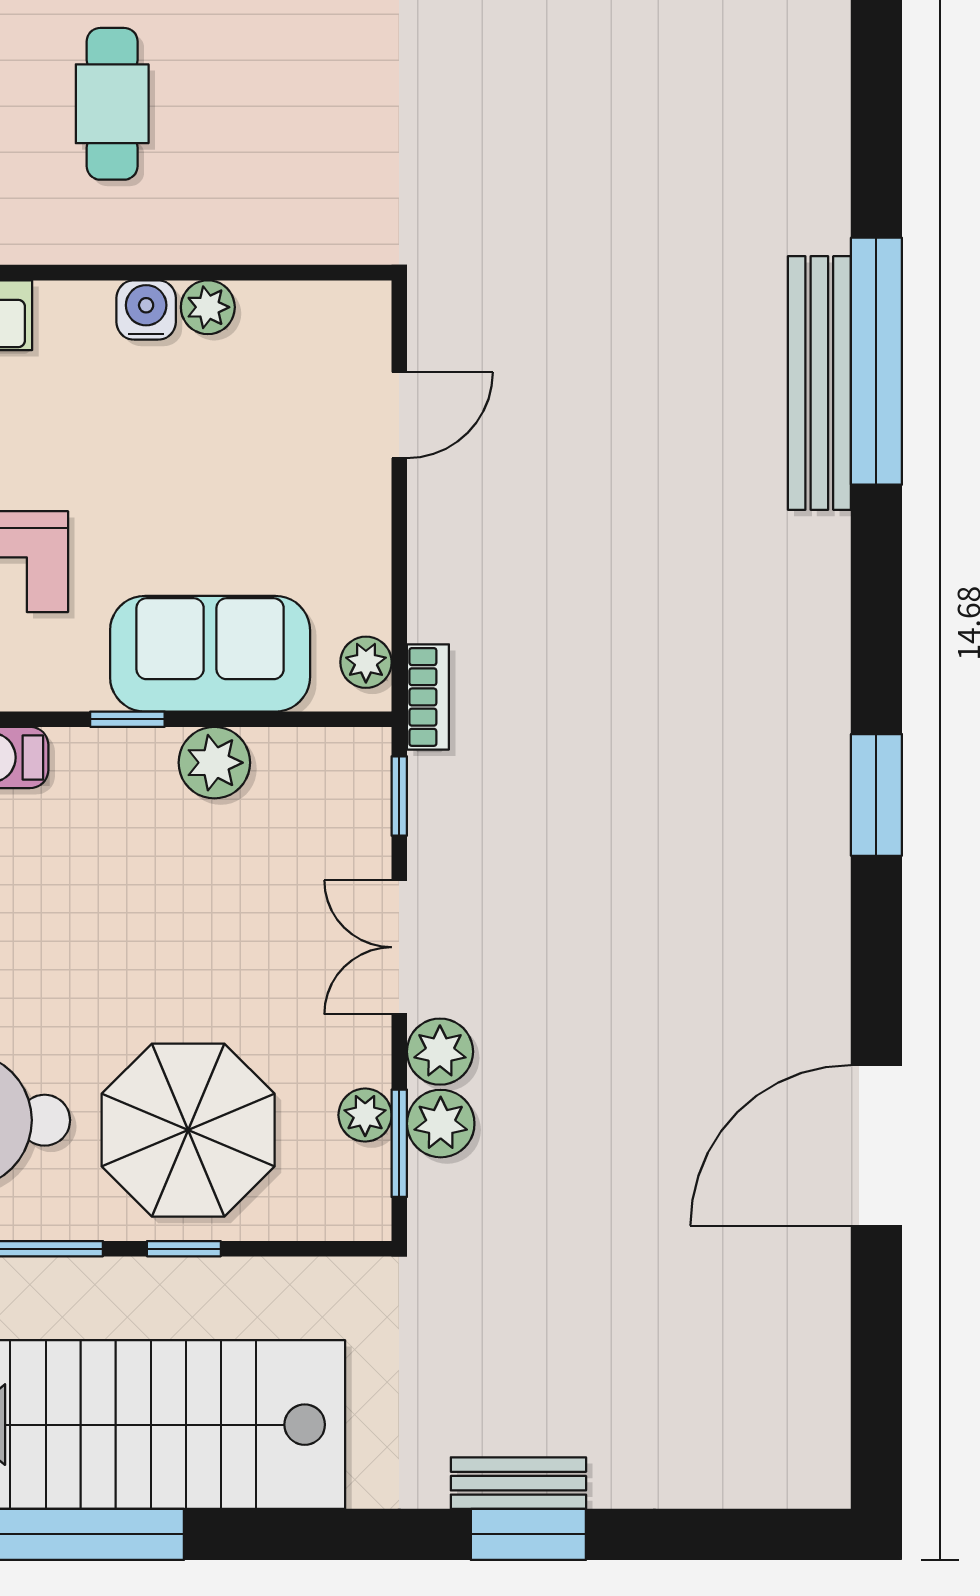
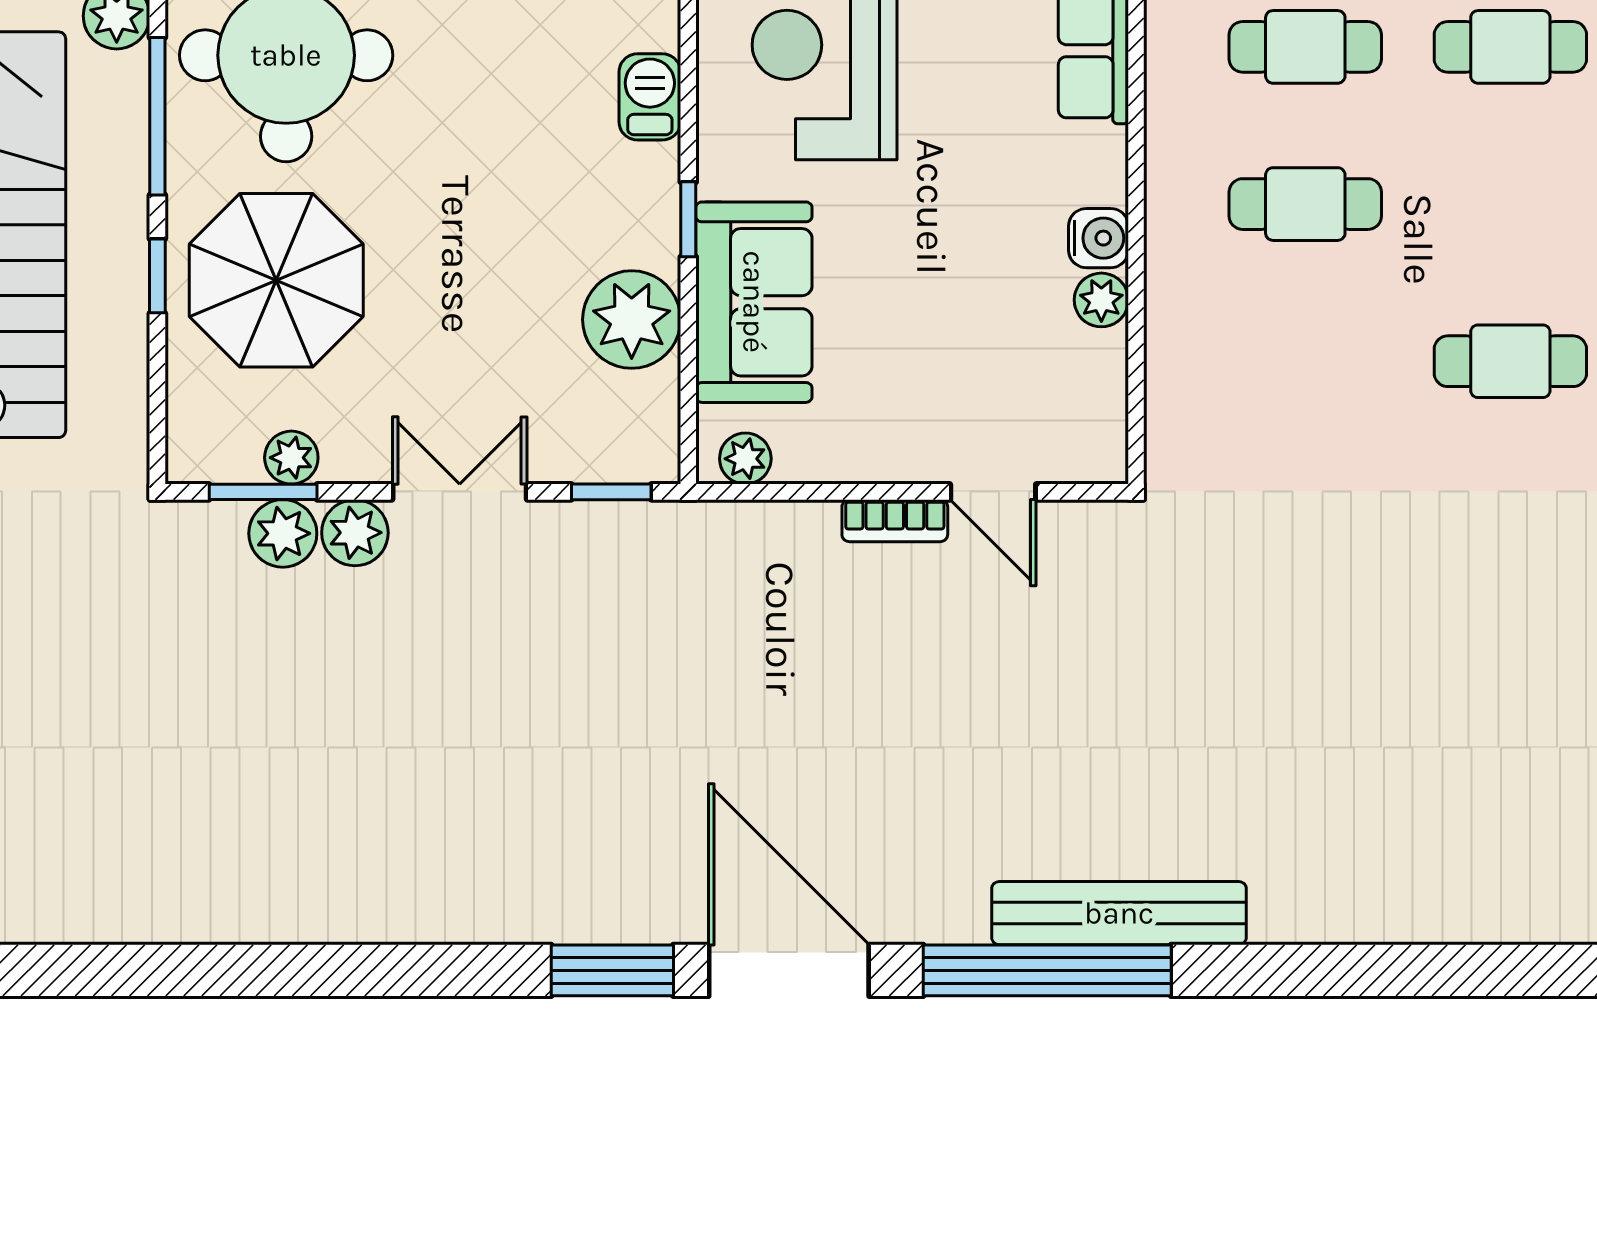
bench: (819, 383) -> (1119, 913), moved
bookcase: (428, 697) -> (895, 521), moved
plant: (214, 763) -> (632, 320), width x1.36, depth x1.36
door: (876, 1145) -> (789, 970), moved

